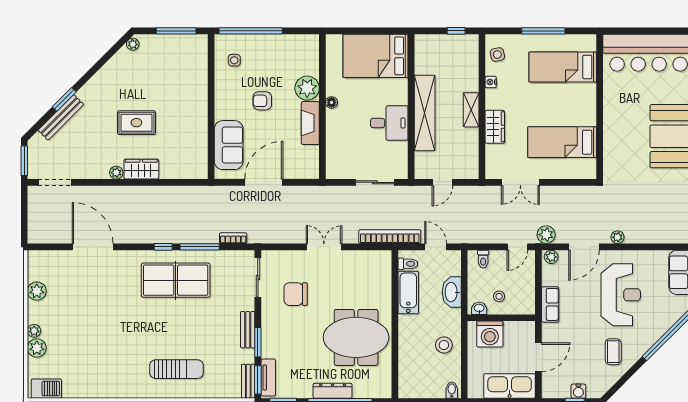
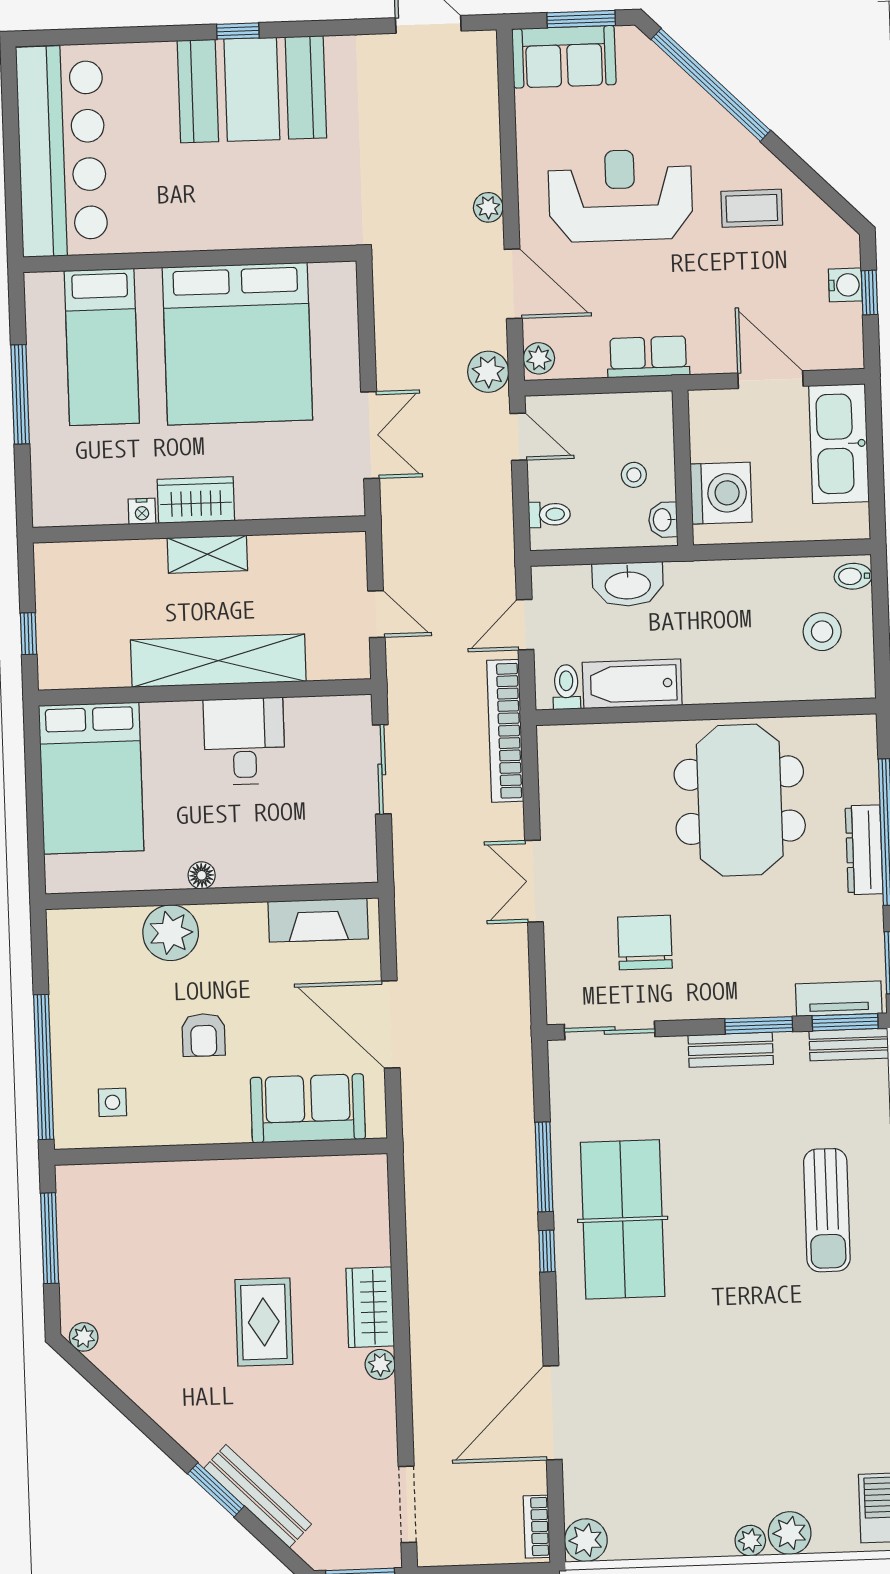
window: (456, 31) -> (28, 634), moved
side table: (497, 55) -> (78, 498), removed
fireplace: (310, 123) -> (318, 920), moved
wardrobe: (495, 127) -> (196, 500), moved
bed: (562, 142) -> (237, 344), width x2.04
bookcase: (233, 238) -> (537, 1527), moved
plant: (37, 291) -> (586, 1540), moved
chair: (296, 294) -> (645, 943), turned 180
stool: (444, 345) -> (822, 632), moved
sun lounger: (177, 369) -> (827, 1210), turned 180

